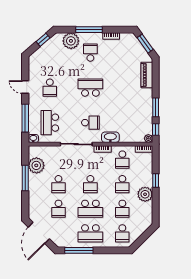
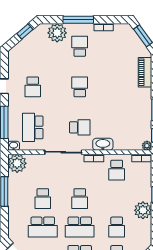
school desk: (90, 88) -> (80, 87), width x0.54
plant: (36, 165) -> (17, 163), moved
school desk: (122, 184) -> (117, 199), removed
school desk: (58, 209) -> (43, 227), width x1.85

